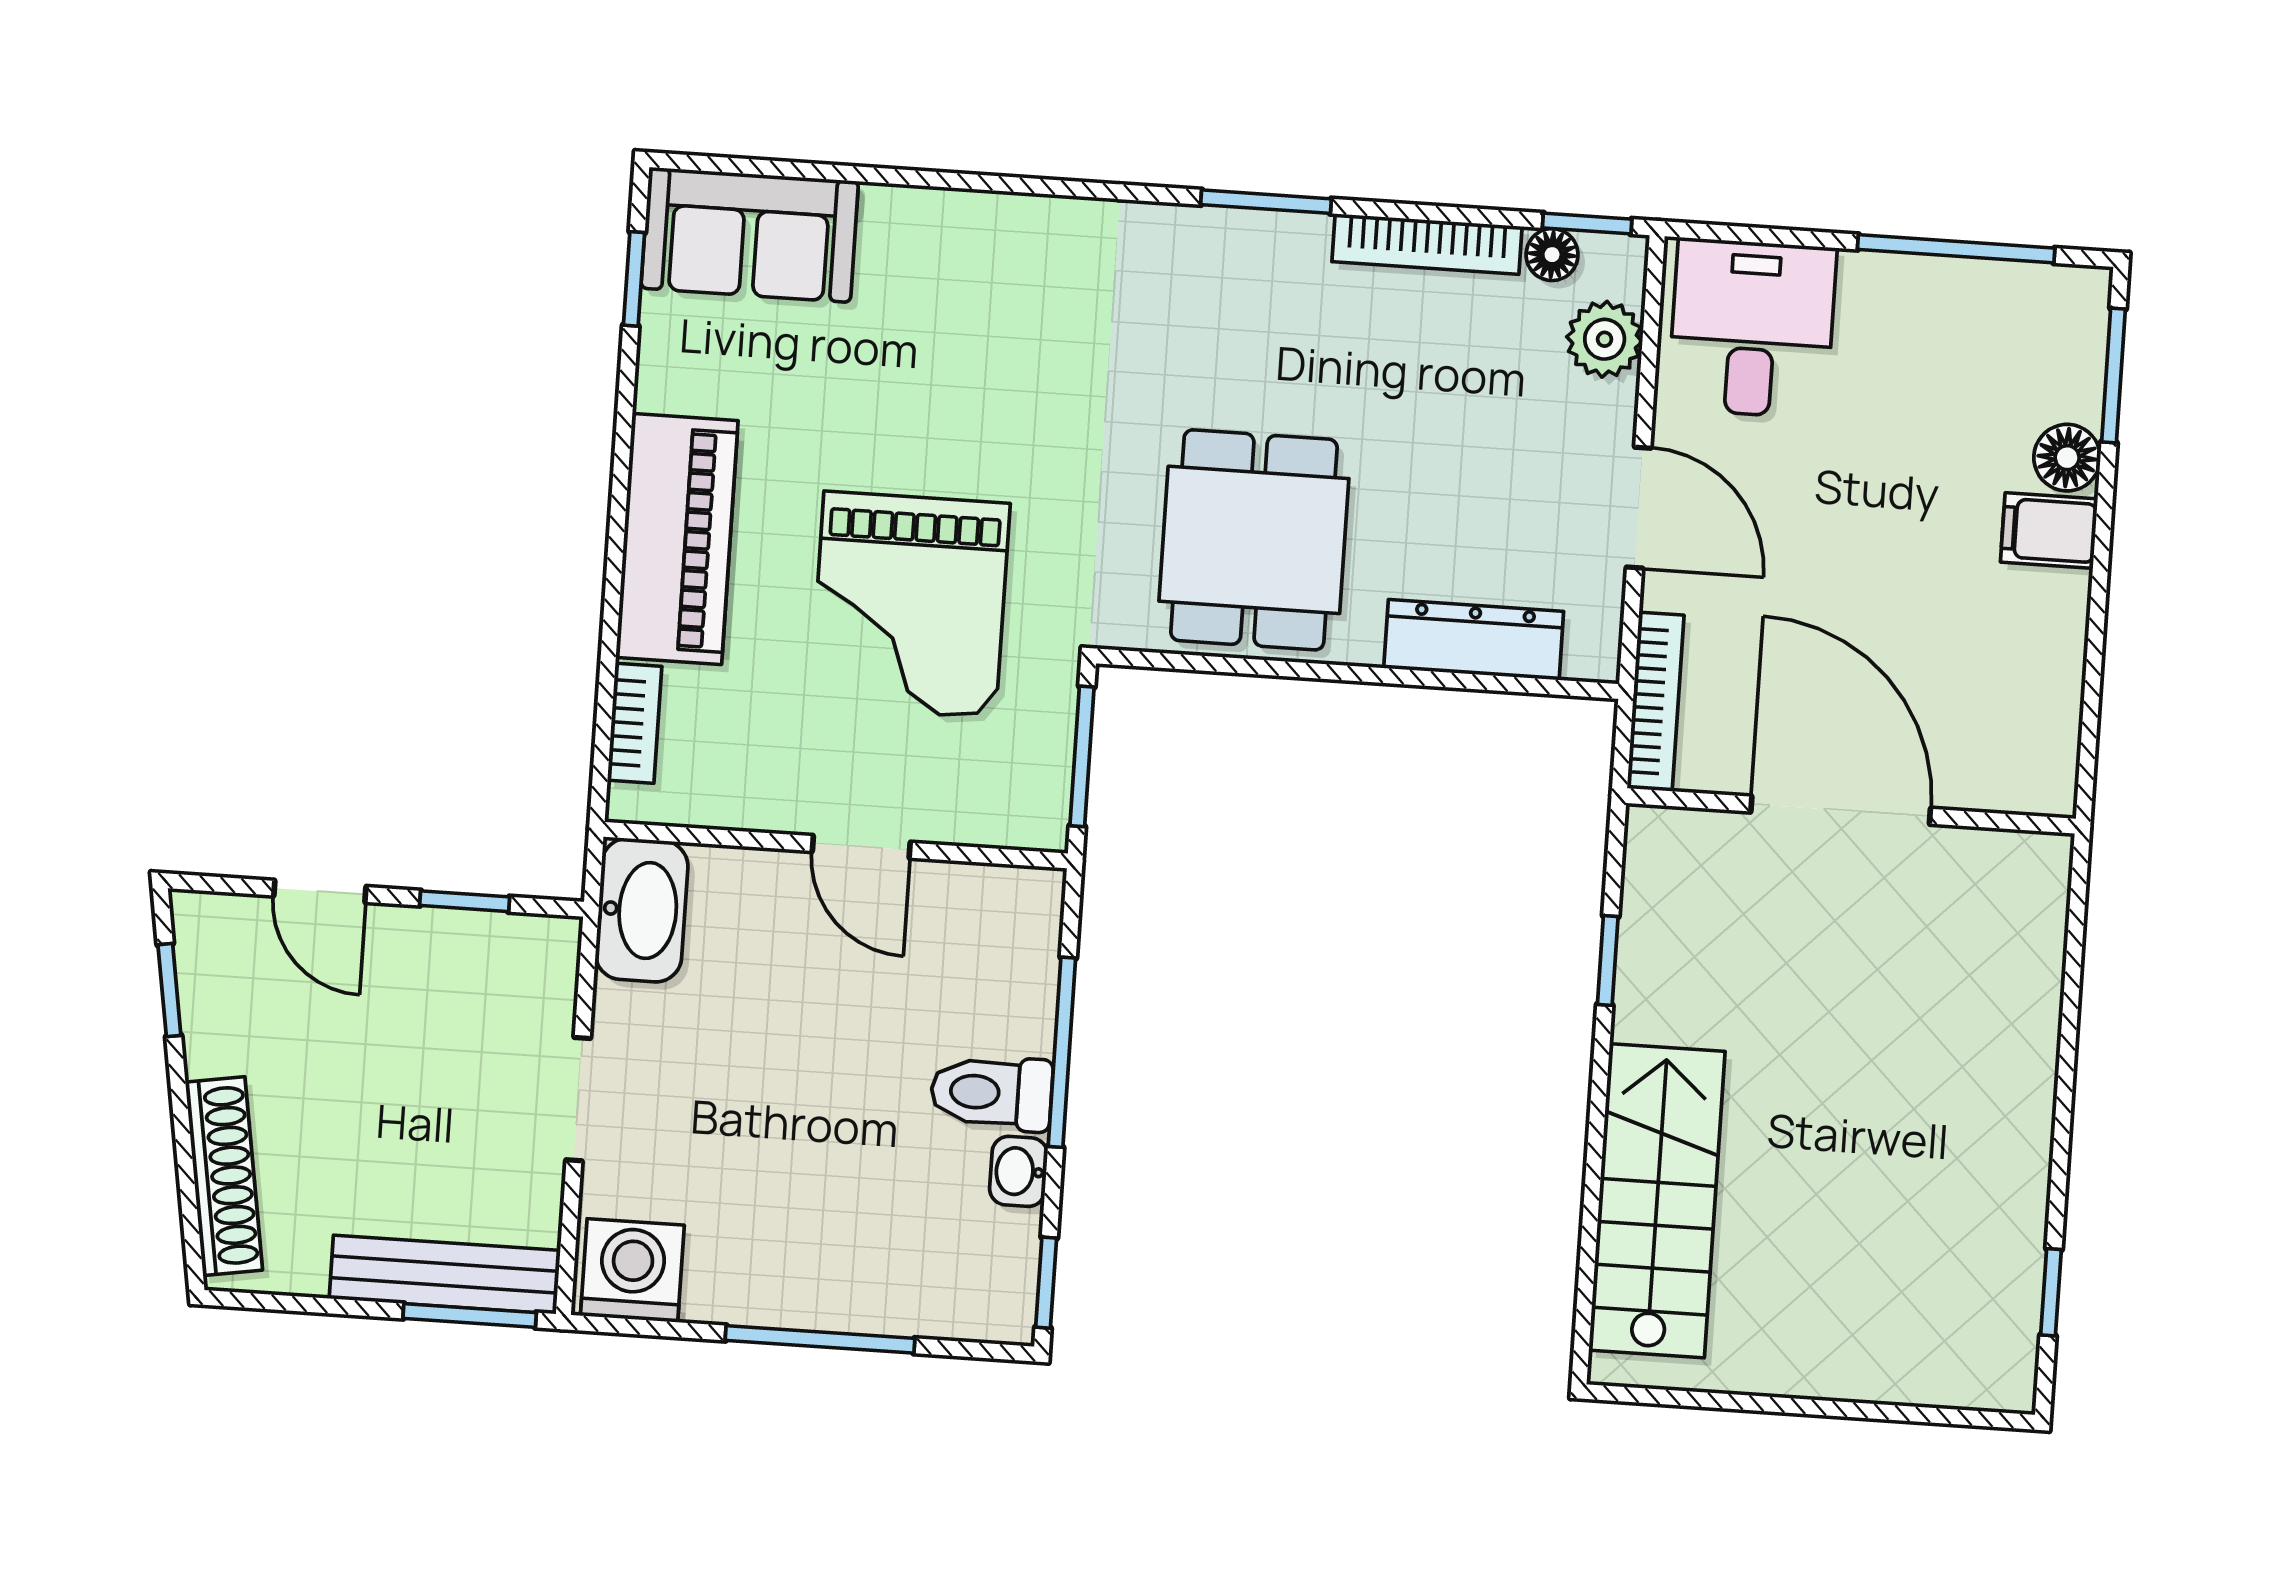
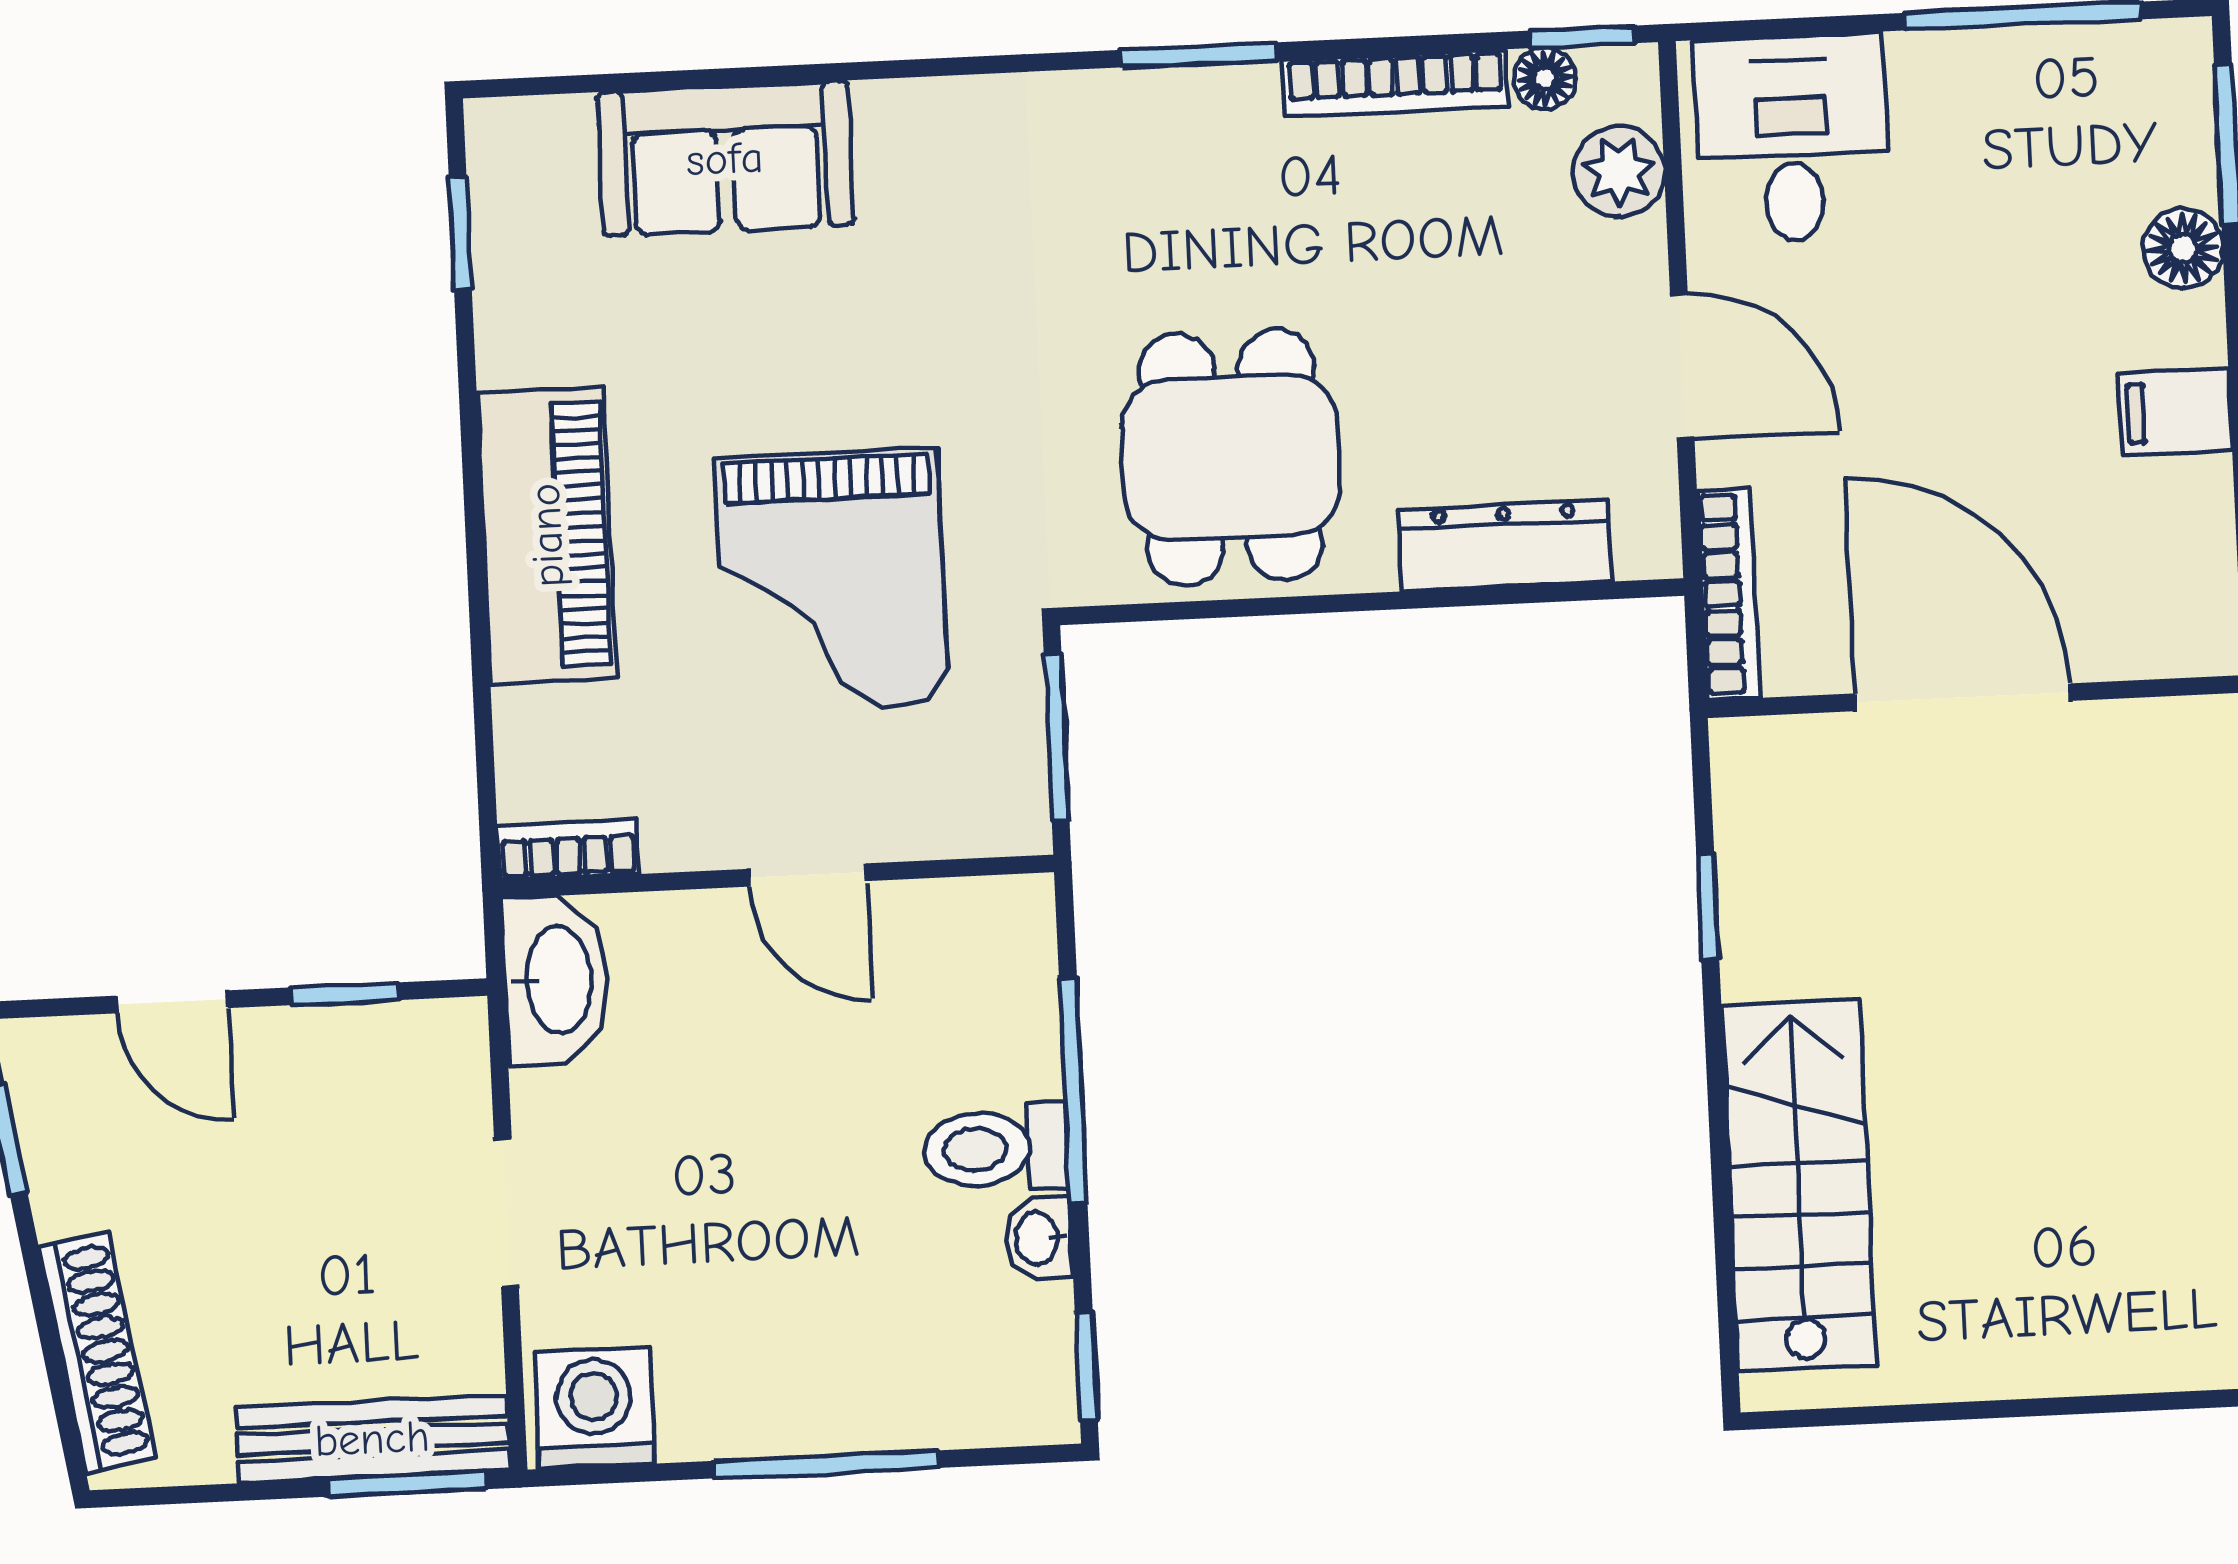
sofa: (750, 235) -> (725, 159), moved
filing cabinet: (2049, 531) -> (2175, 412), moved
bookcase: (635, 723) -> (568, 850), moved, turned -90

